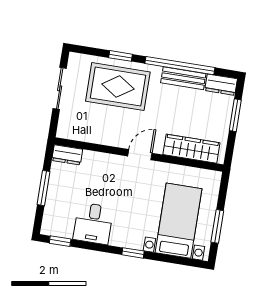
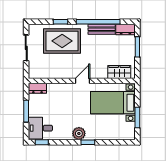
wardrobe: (191, 149) -> (119, 72), width x0.67
bed with nightstands: (178, 221) -> (113, 103), moved, turned -90
desk: (93, 223) -> (40, 128), moved, turned 90
plant: (121, 237) -> (79, 133), added

